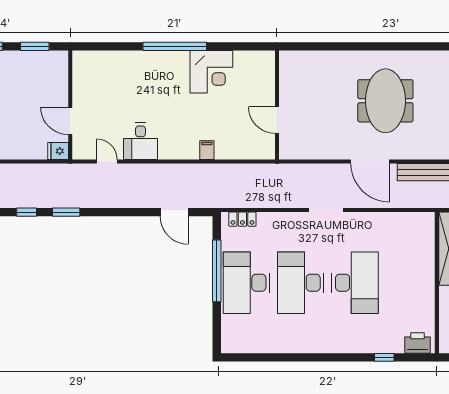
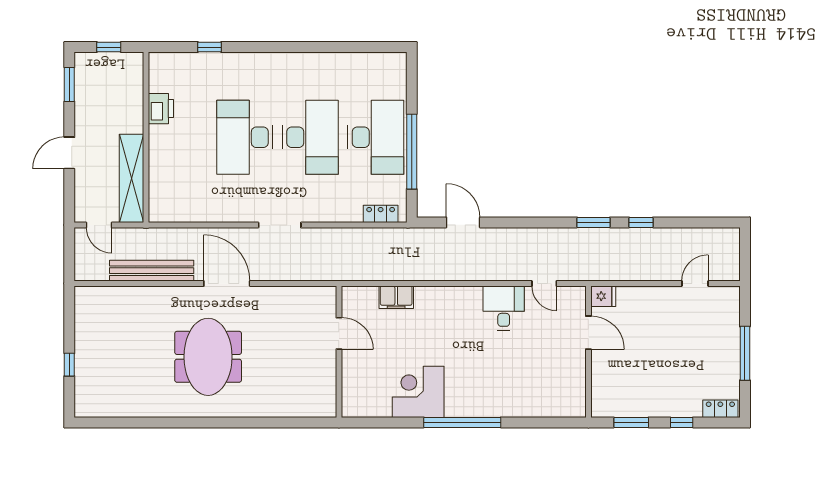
filing cabinet: (207, 150) -> (396, 297), moved, width x2.00
printer: (417, 343) -> (161, 109), moved, turned -90

